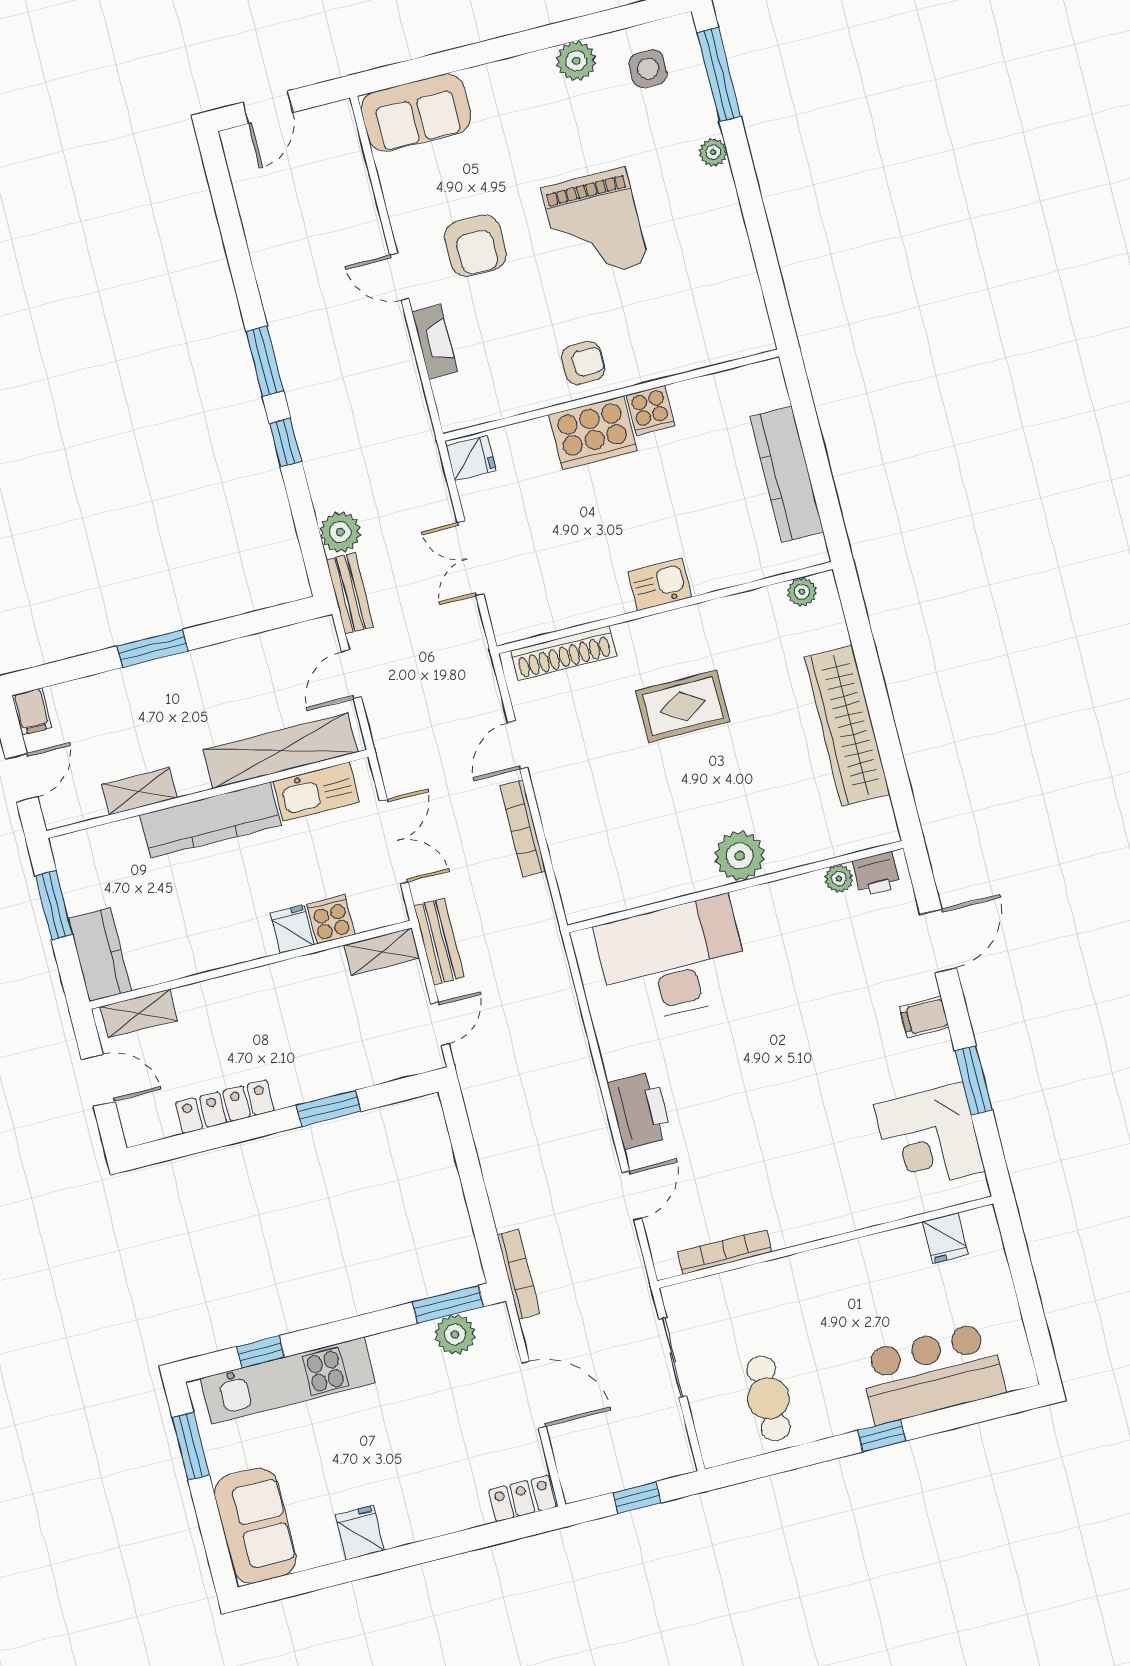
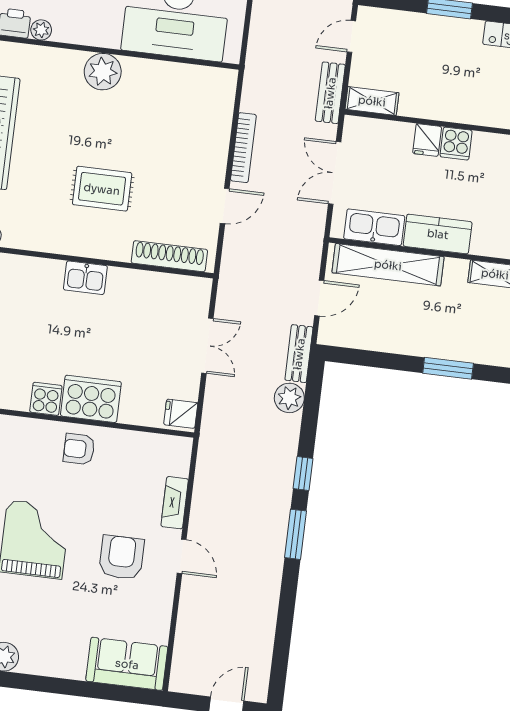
kitchen counter: (210, 820) -> (438, 234), width x0.67
cooker: (331, 919) -> (456, 144), moved

